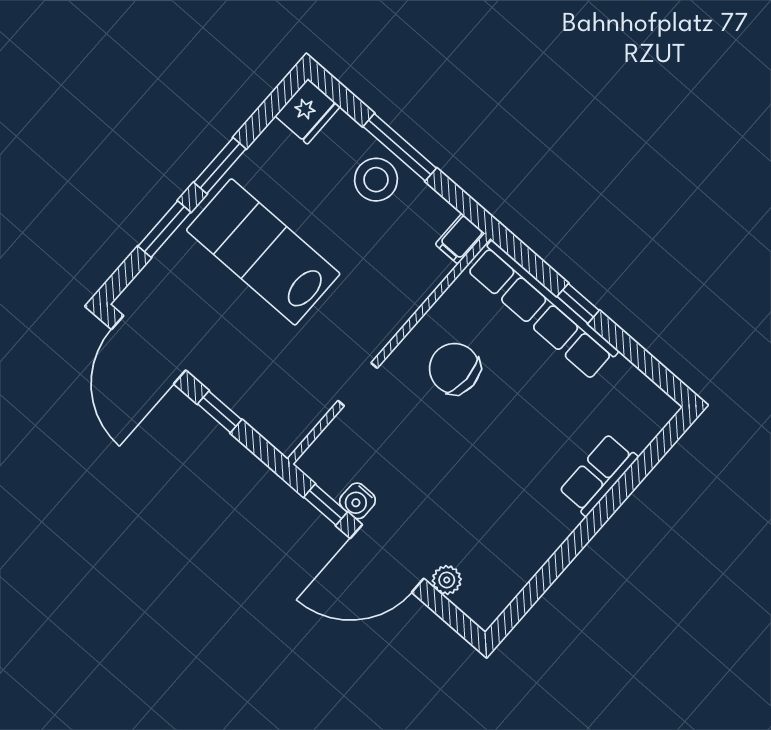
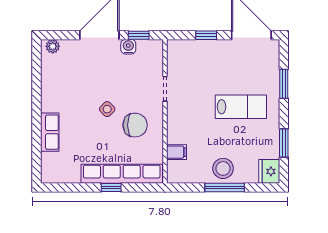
window: (220, 166) -> (284, 143), moved
filing cabinet: (460, 239) -> (177, 152), moved, turned 90
lab bench: (263, 252) -> (241, 107), width x0.73, depth x0.72
side table: (476, 432) -> (107, 109), added
plant: (447, 580) -> (53, 46), moved

